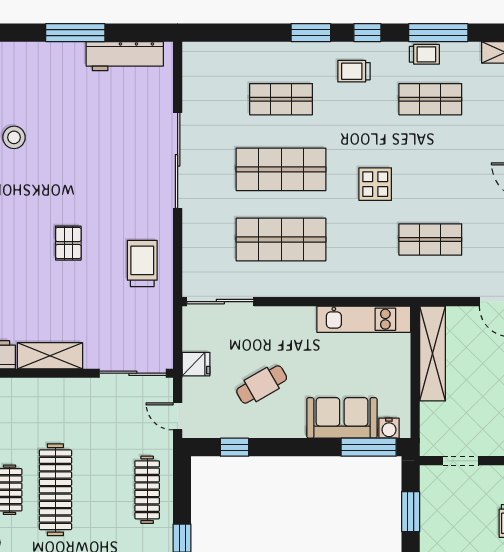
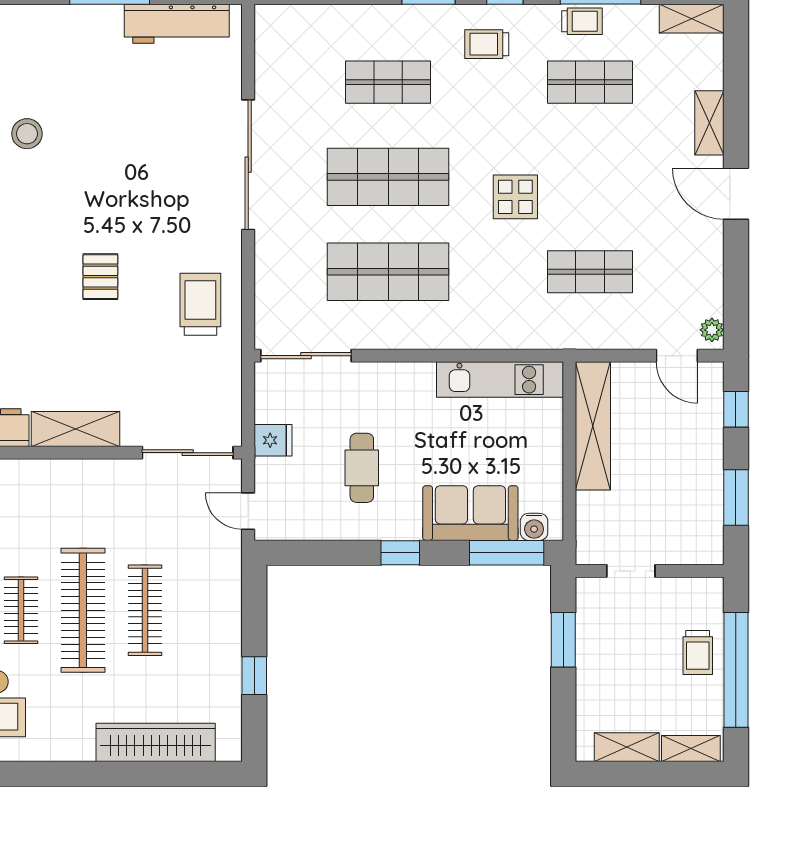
cafe table: (262, 384) -> (362, 468), turned -60
window: (235, 447) -> (400, 553), moved
clothes rail: (147, 490) -> (145, 610), moved

